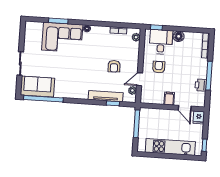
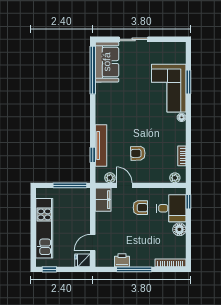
filing cabinet: (169, 99) -> (103, 200), moved, width x2.00

